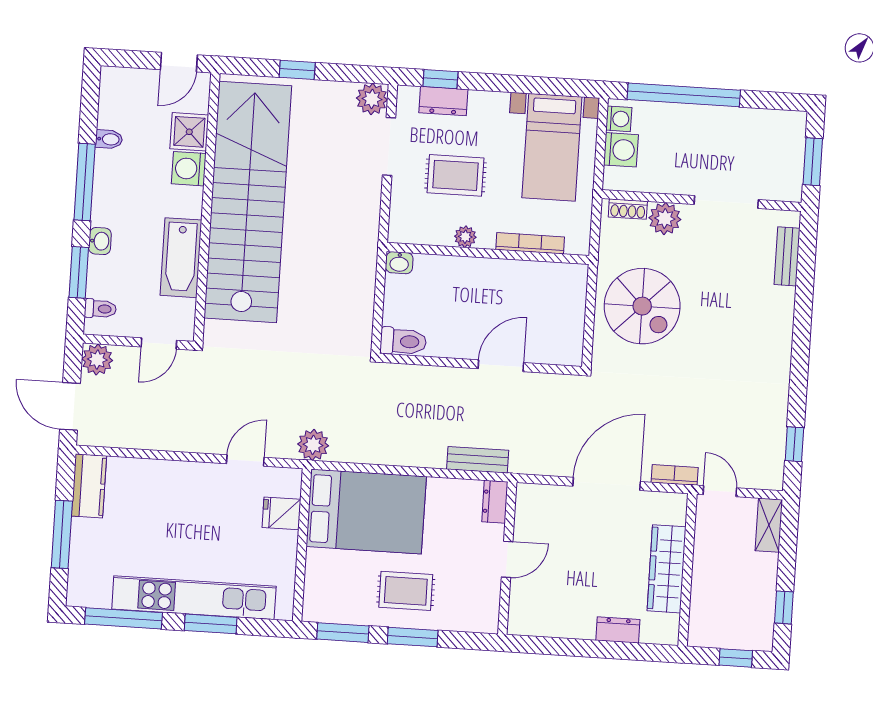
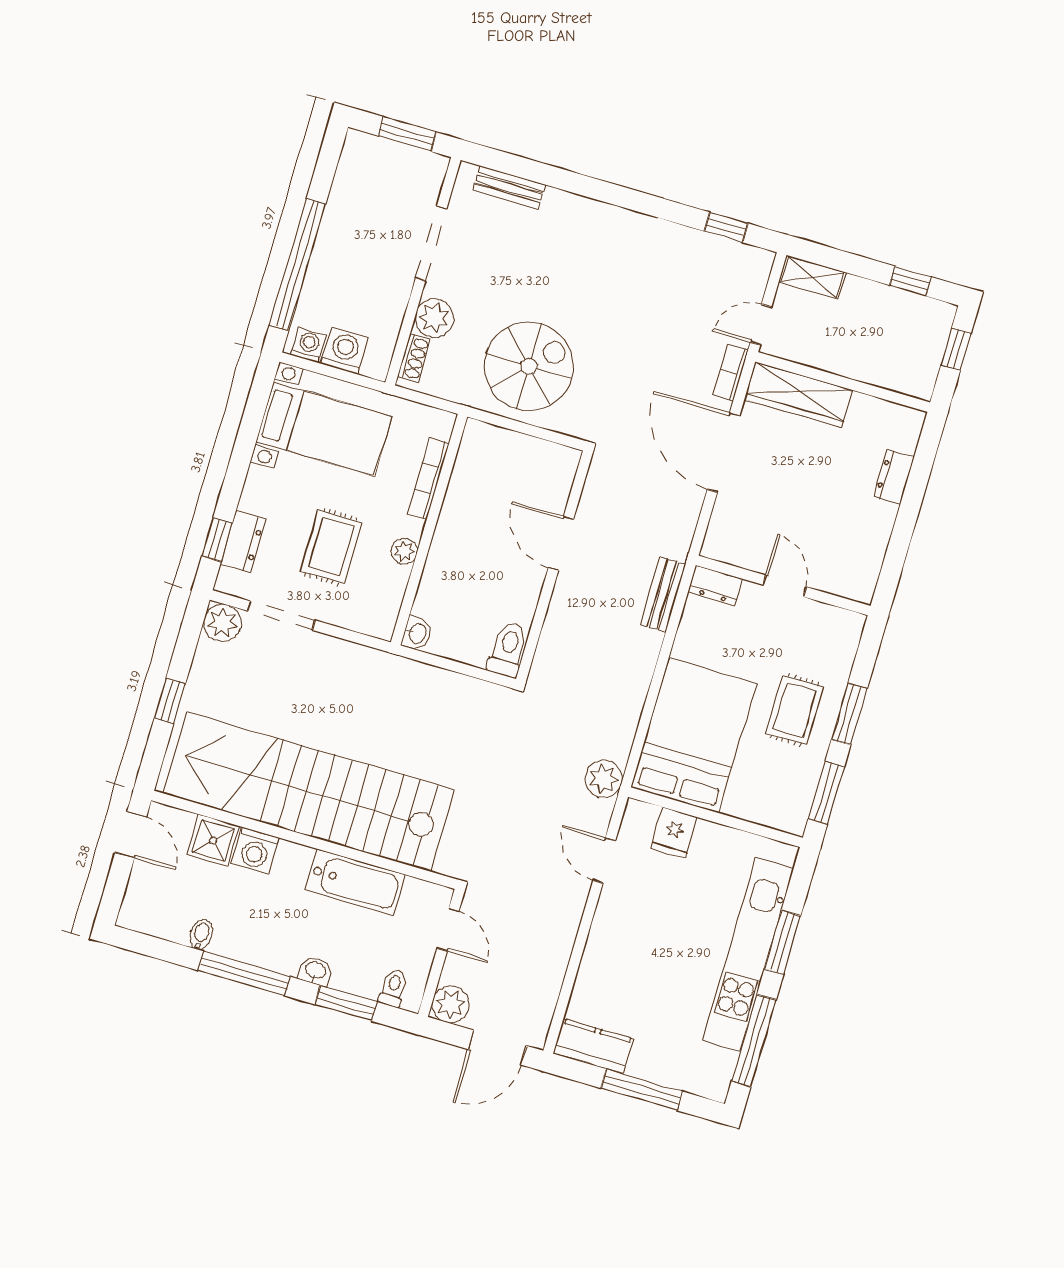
wardrobe: (667, 569) -> (798, 395), moved

